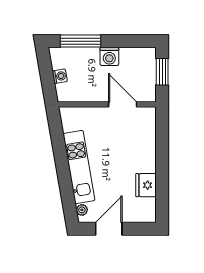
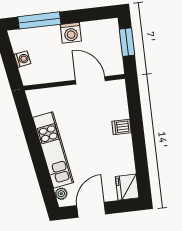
dishwasher: (147, 153) -> (122, 127), added
fridge: (146, 185) -> (127, 187), moved

